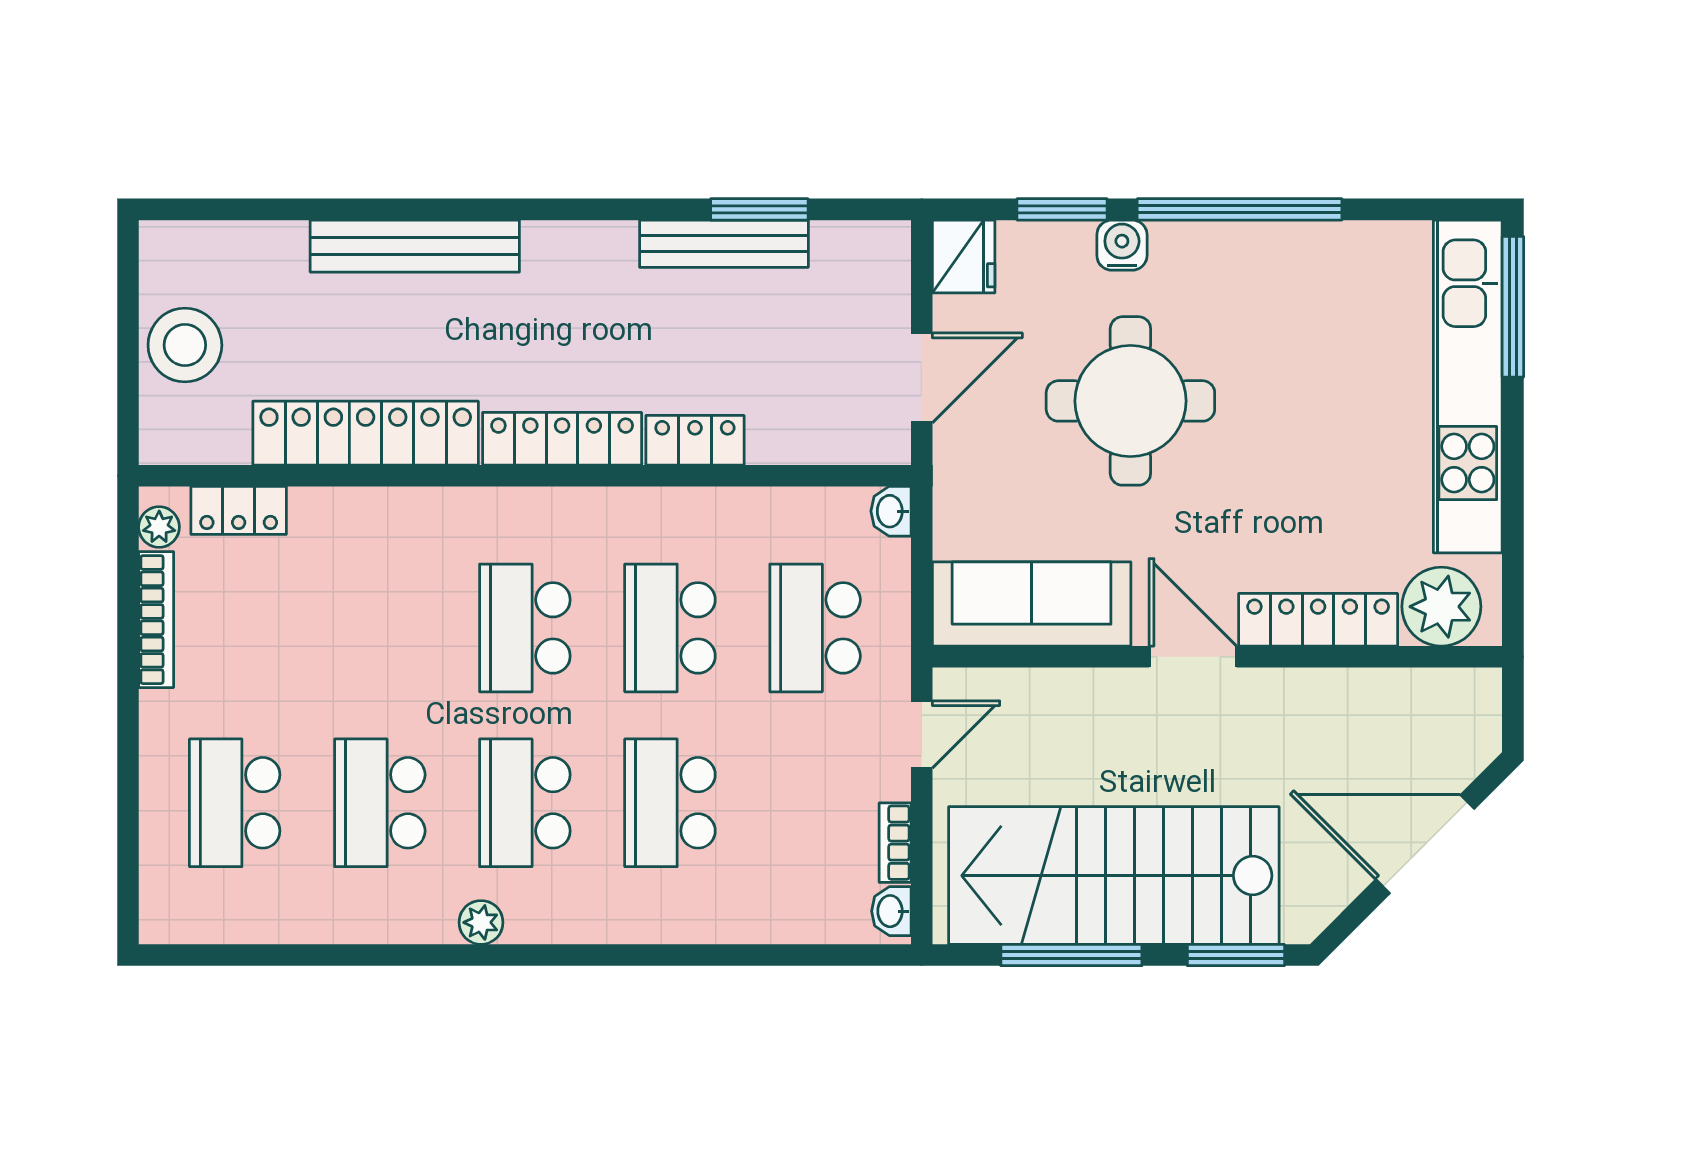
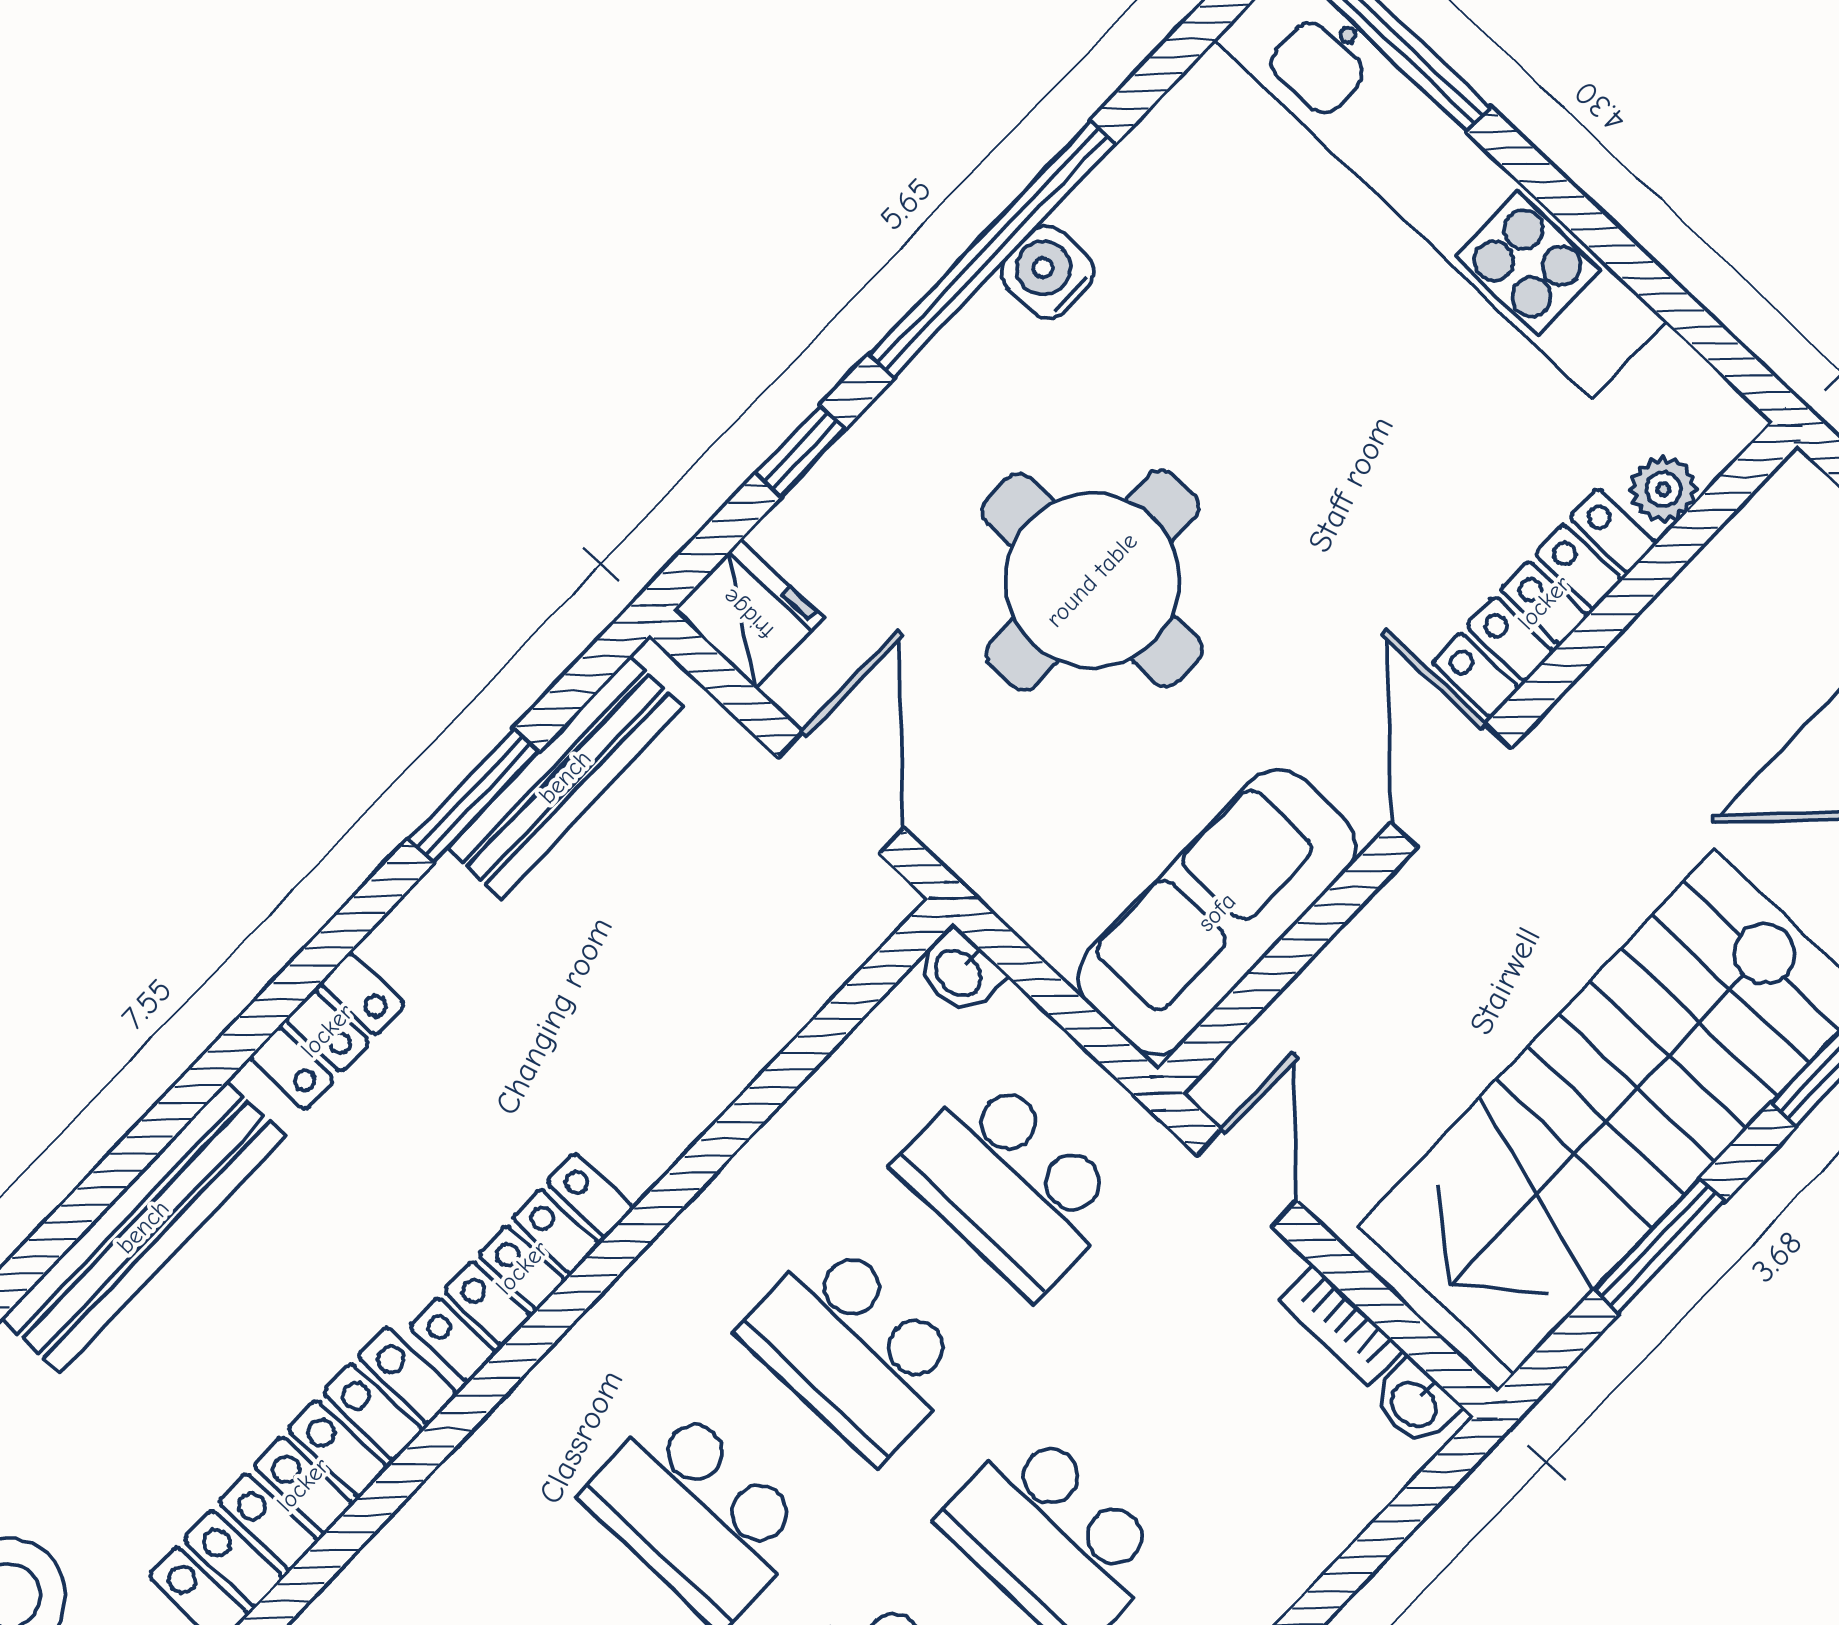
window: (1062, 209) -> (801, 451), width x0.67
bench: (724, 244) -> (565, 777), moved
water cooler: (1122, 245) -> (1048, 272), moved
locker: (695, 440) -> (327, 1031), moved, turned 180
plant: (1441, 607) -> (1663, 489), width x0.53, depth x0.53
door: (1193, 657) -> (1451, 785), hinge flipped
window: (1071, 955) -> (1659, 1246), width x0.69

